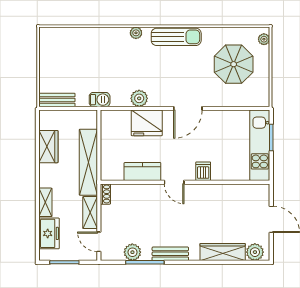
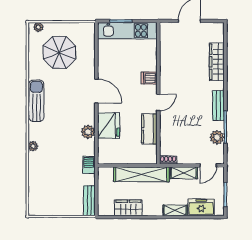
plant: (136, 33) -> (33, 146), moved
plant: (255, 252) -> (217, 35), removed

